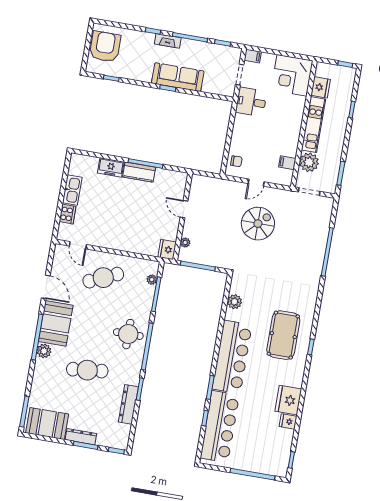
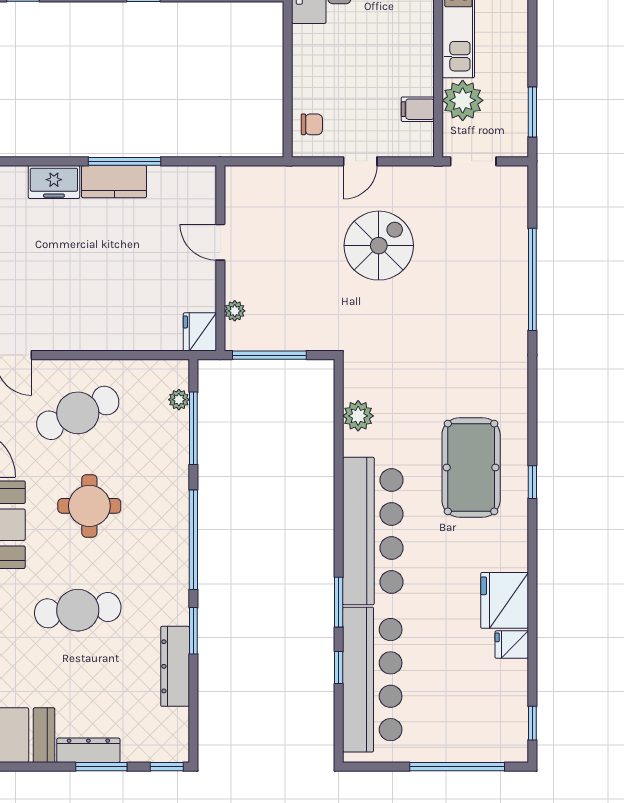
round table: (128, 334) -> (89, 506), moved

